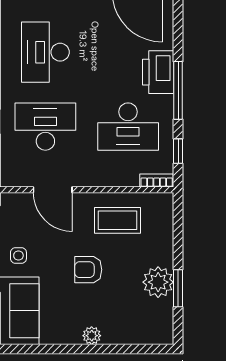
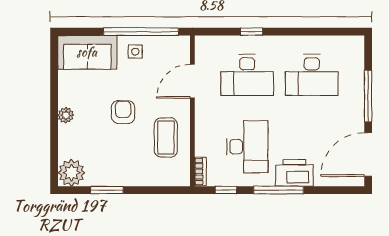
desk: (45, 52) -> (312, 75), turned 180
desk: (45, 127) -> (247, 75), turned 90
desk: (128, 127) -> (247, 147), turned 180
plant: (158, 282) -> (71, 173), moved

